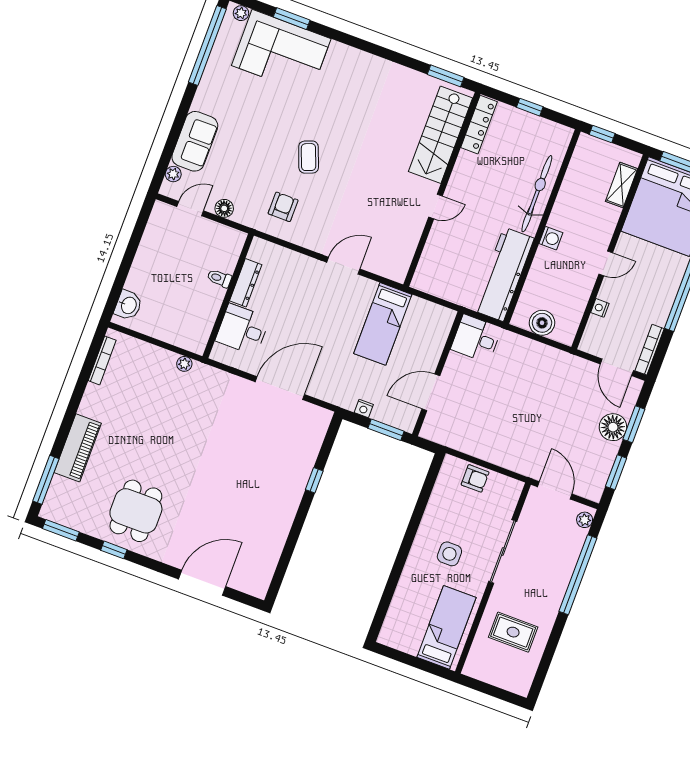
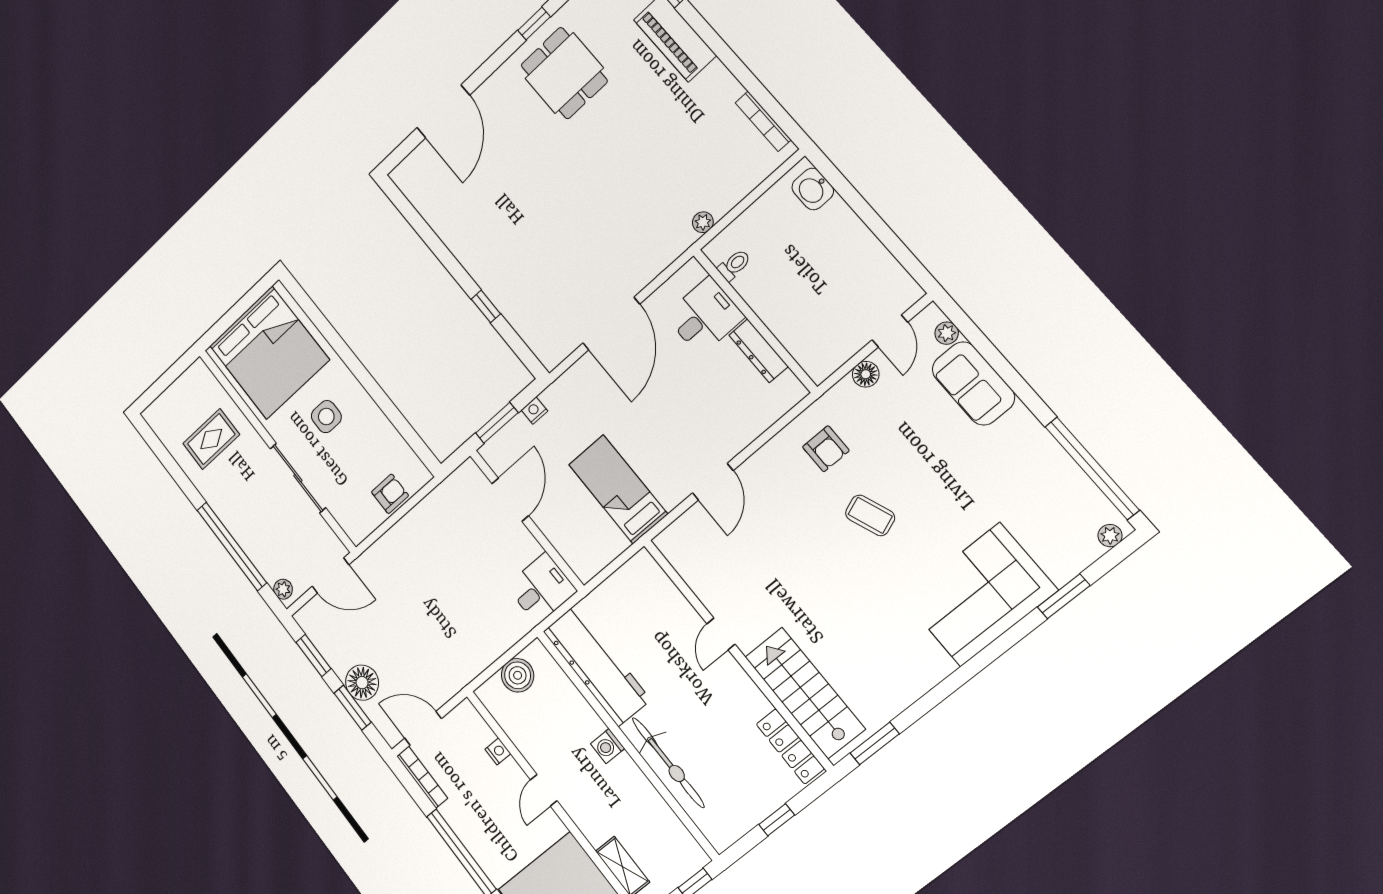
corner sofa: (281, 52) -> (980, 595), moved
toilet: (219, 278) -> (734, 265), moved
armchair: (475, 478) -> (390, 494), turned 180
bed: (446, 627) -> (269, 353), width x2.04

